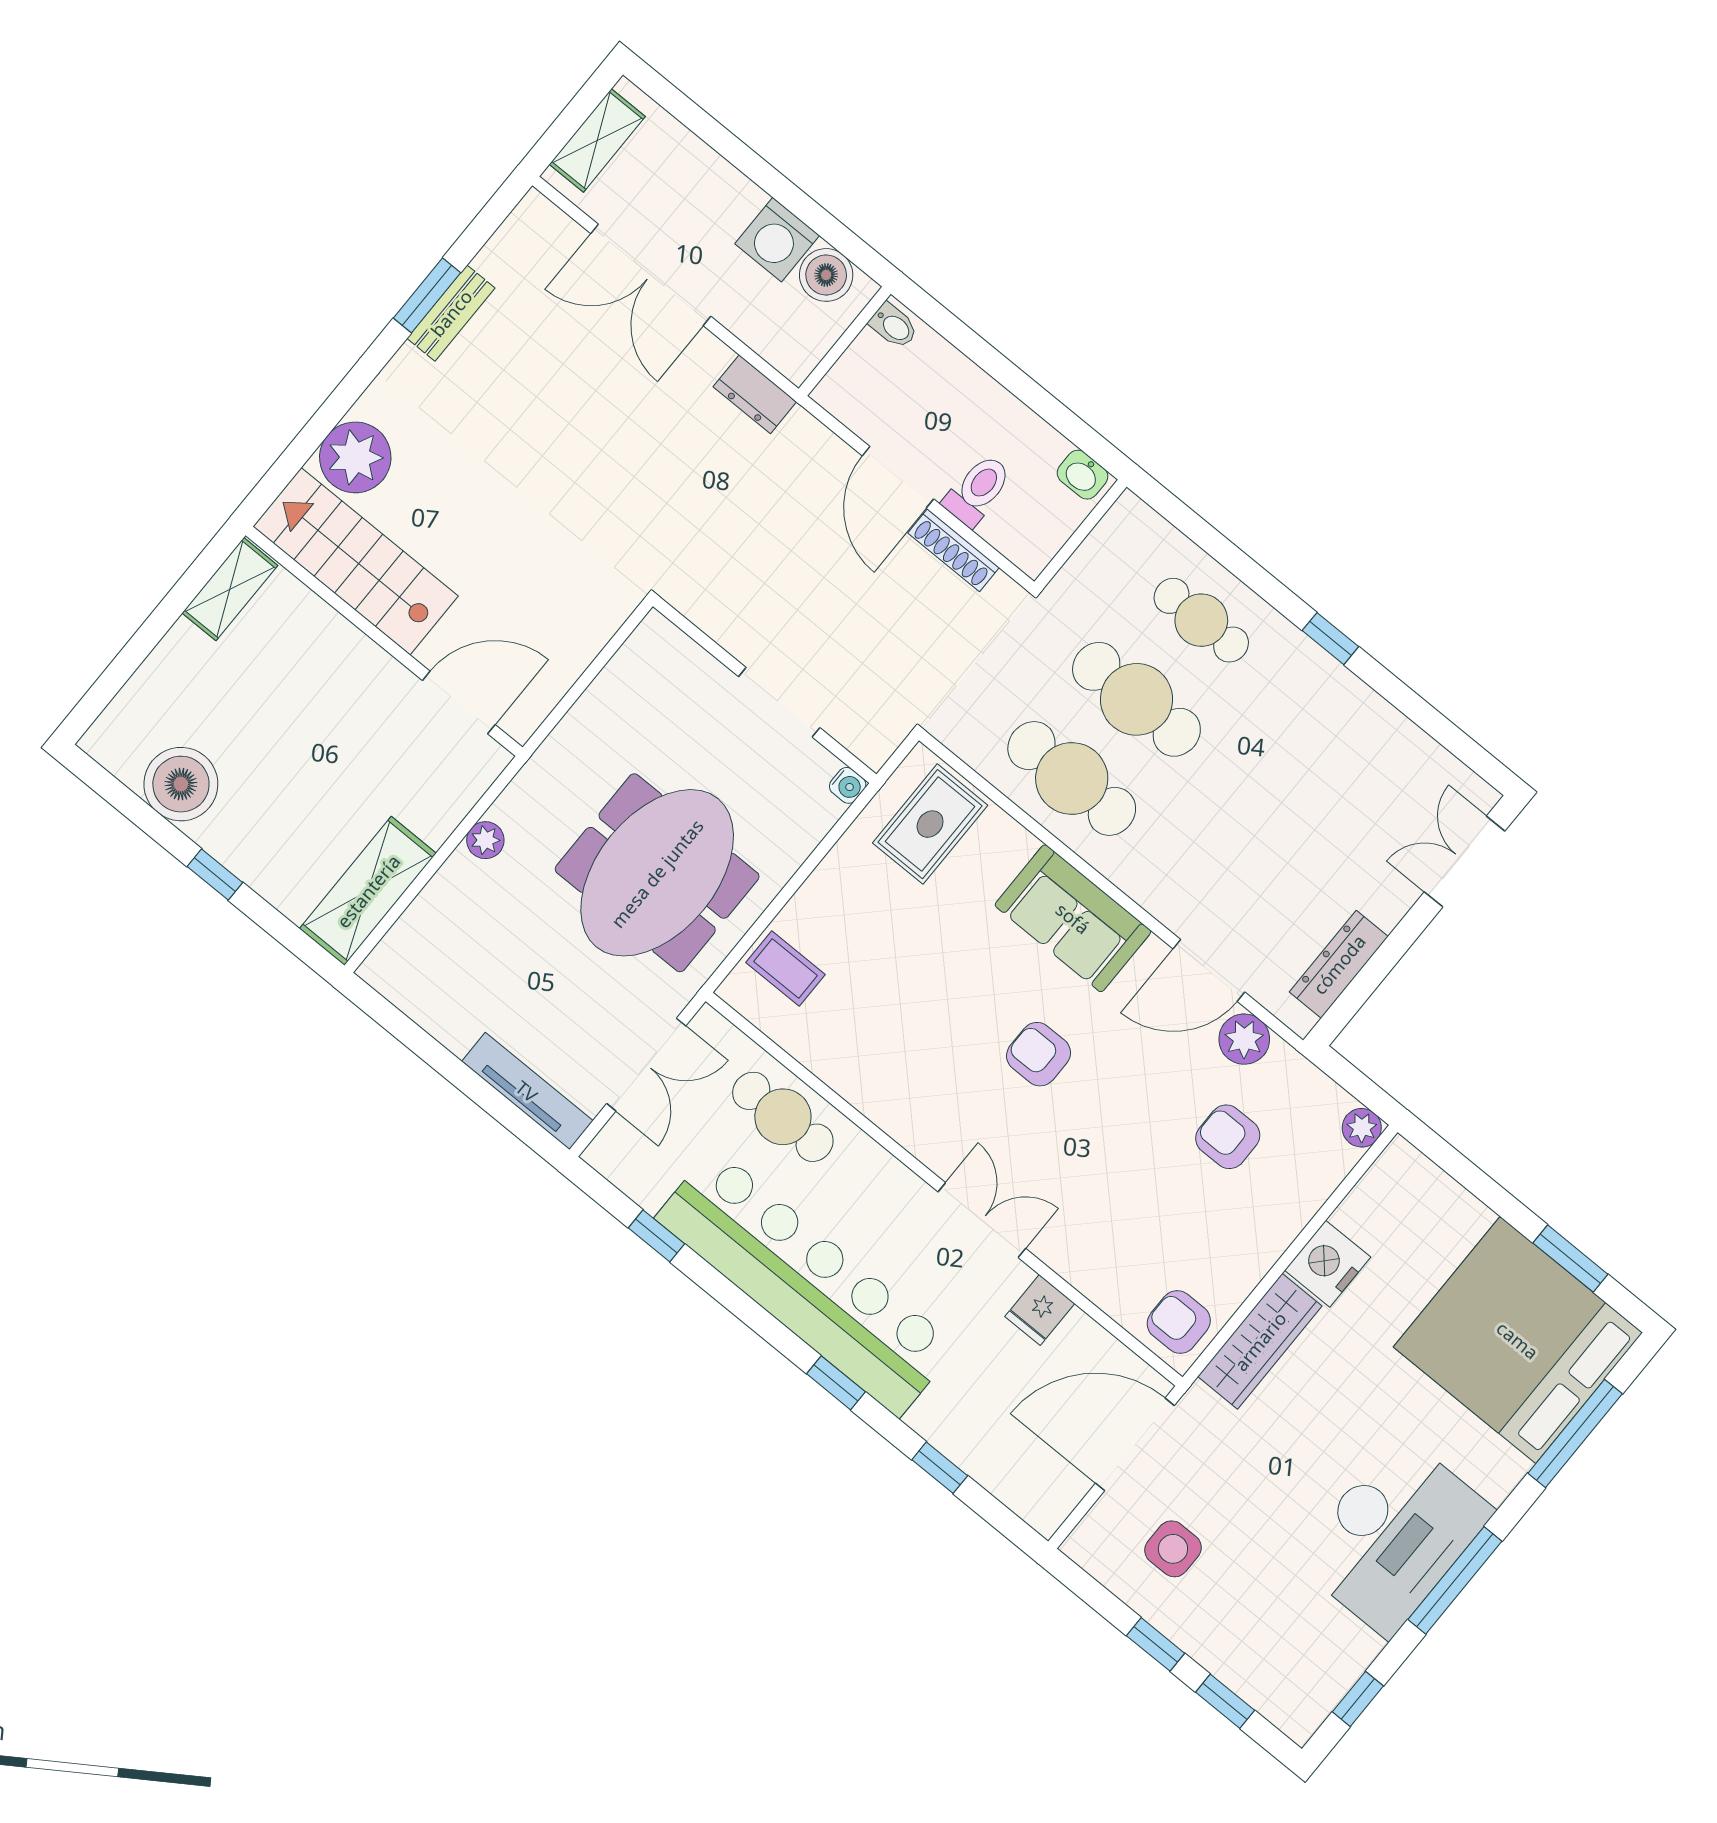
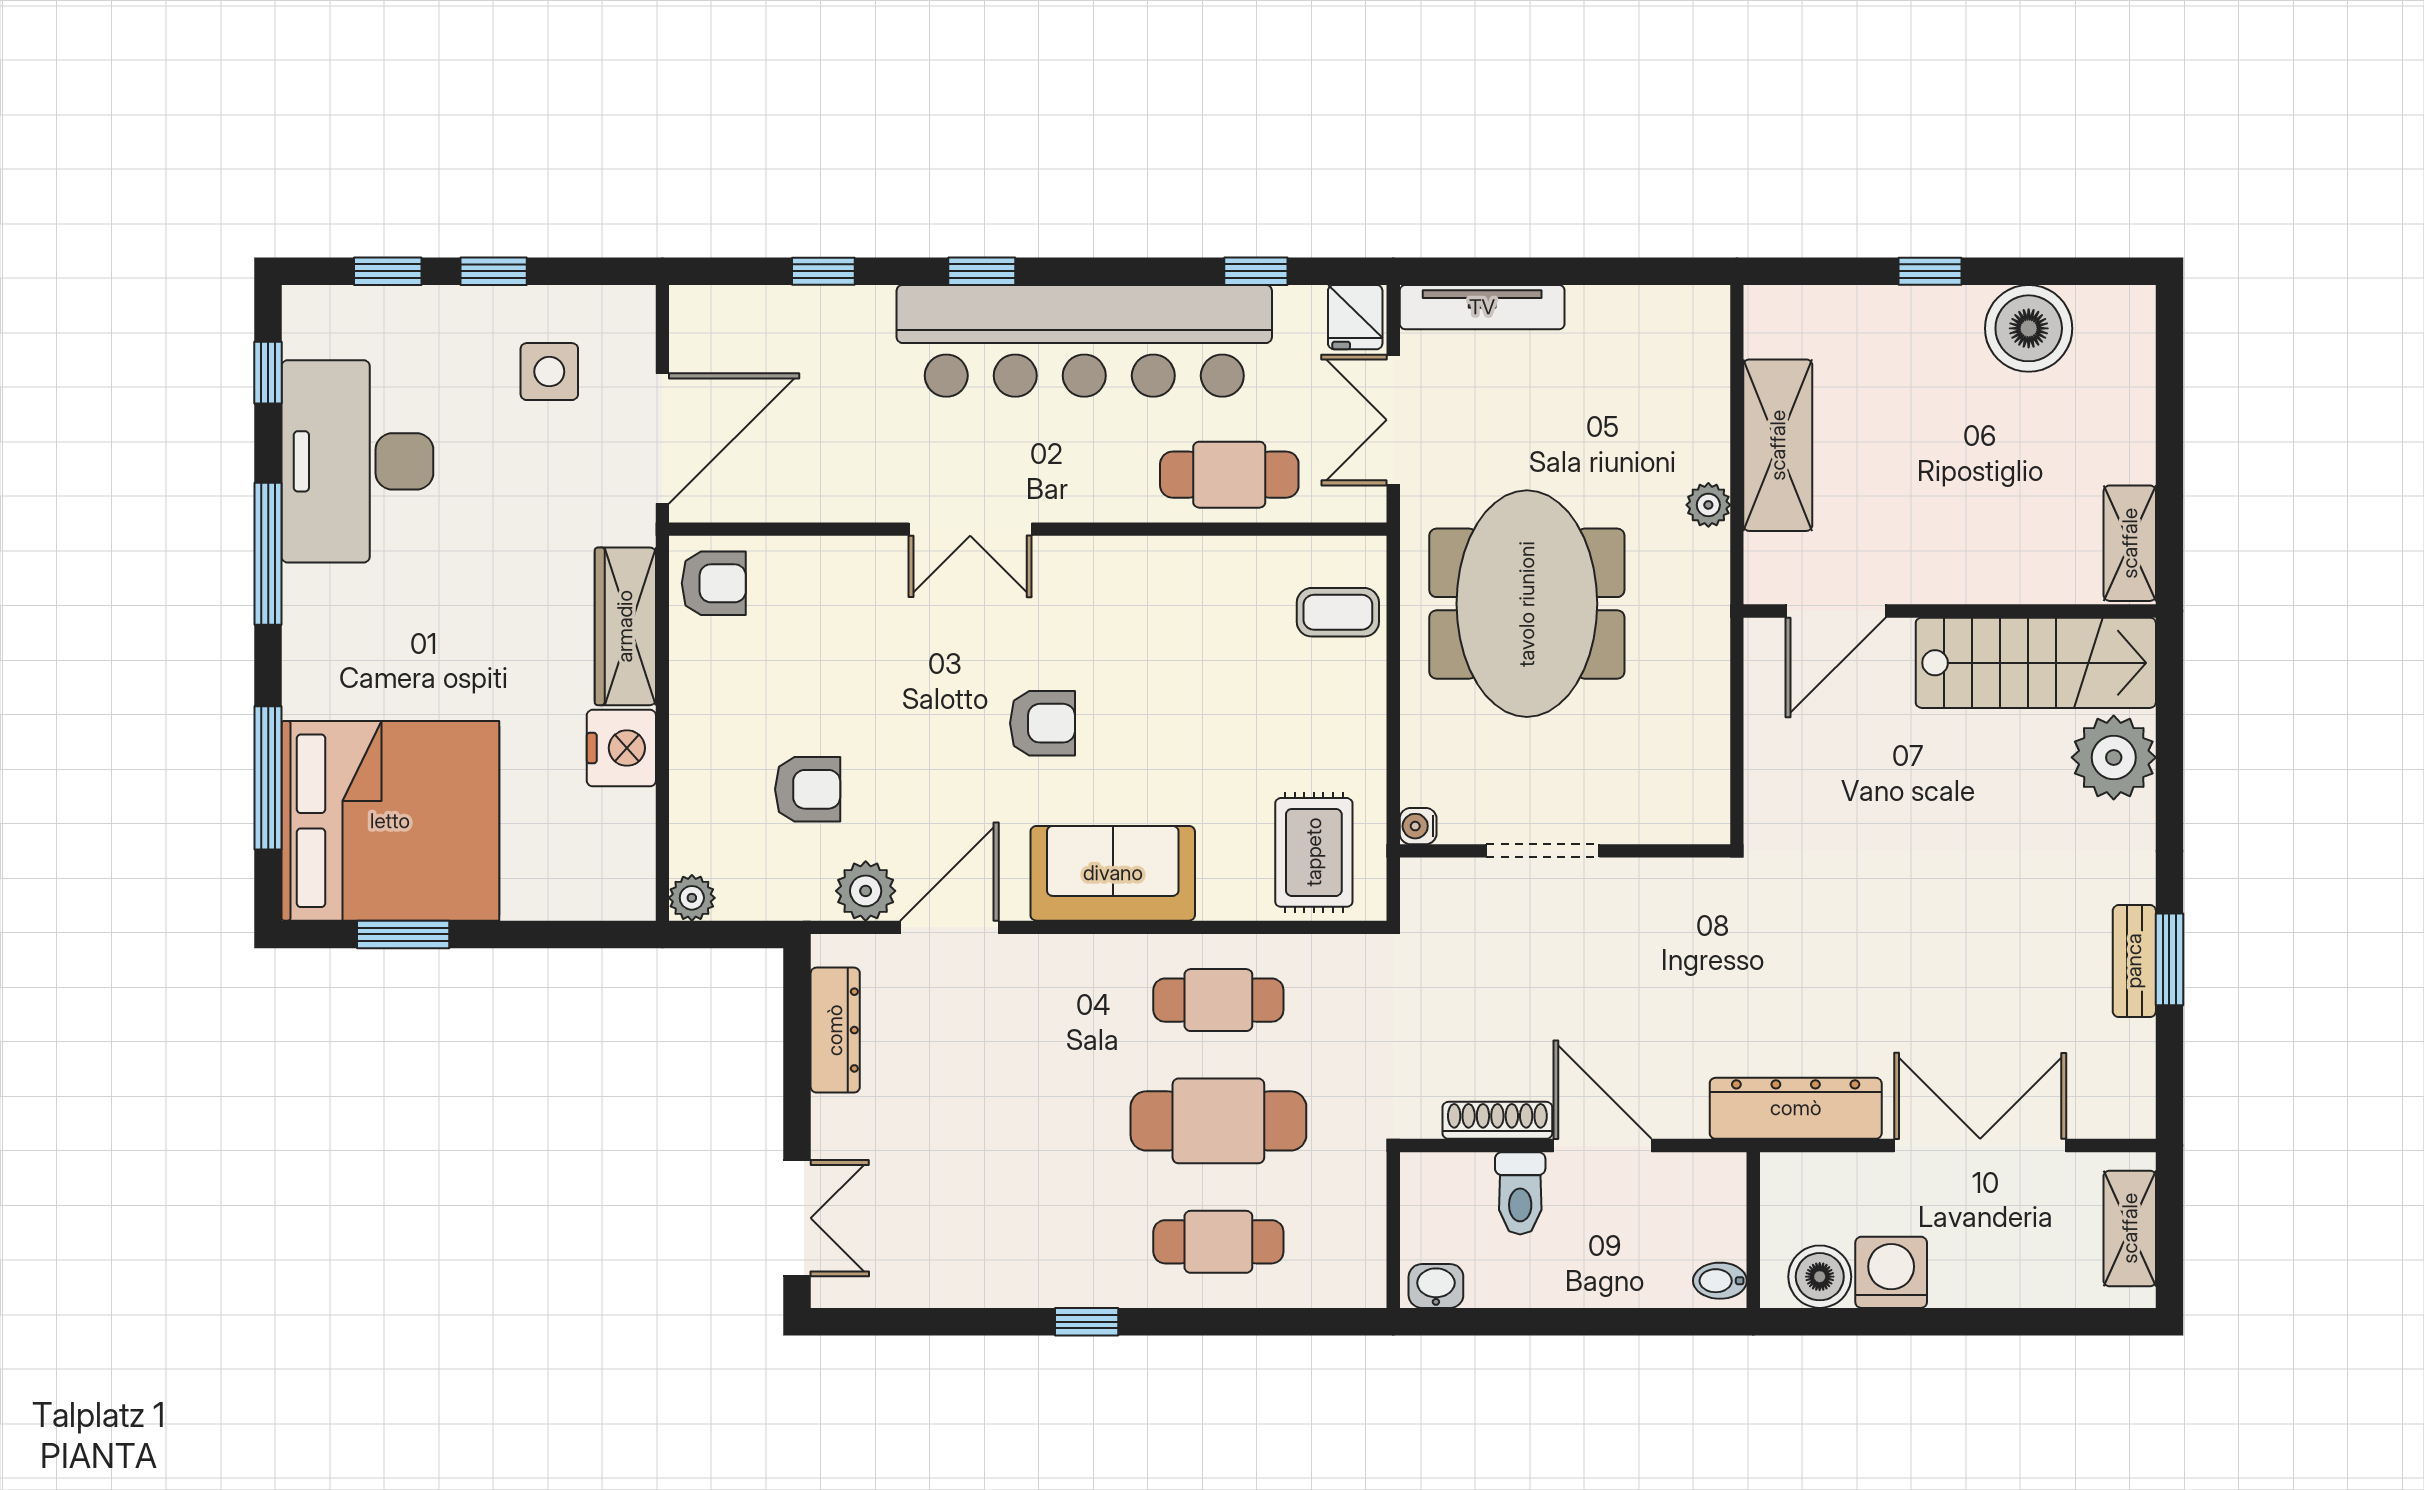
dresser: (755, 394) -> (1796, 1108), width x1.96, depth x1.24
cafe table: (1072, 778) -> (1218, 1000), width x0.73, depth x0.74
shelving: (368, 891) -> (1778, 445), moved
fridge: (1040, 1310) -> (1355, 317), moved, turned 180
desk: (1394, 1536) -> (357, 461), moved

